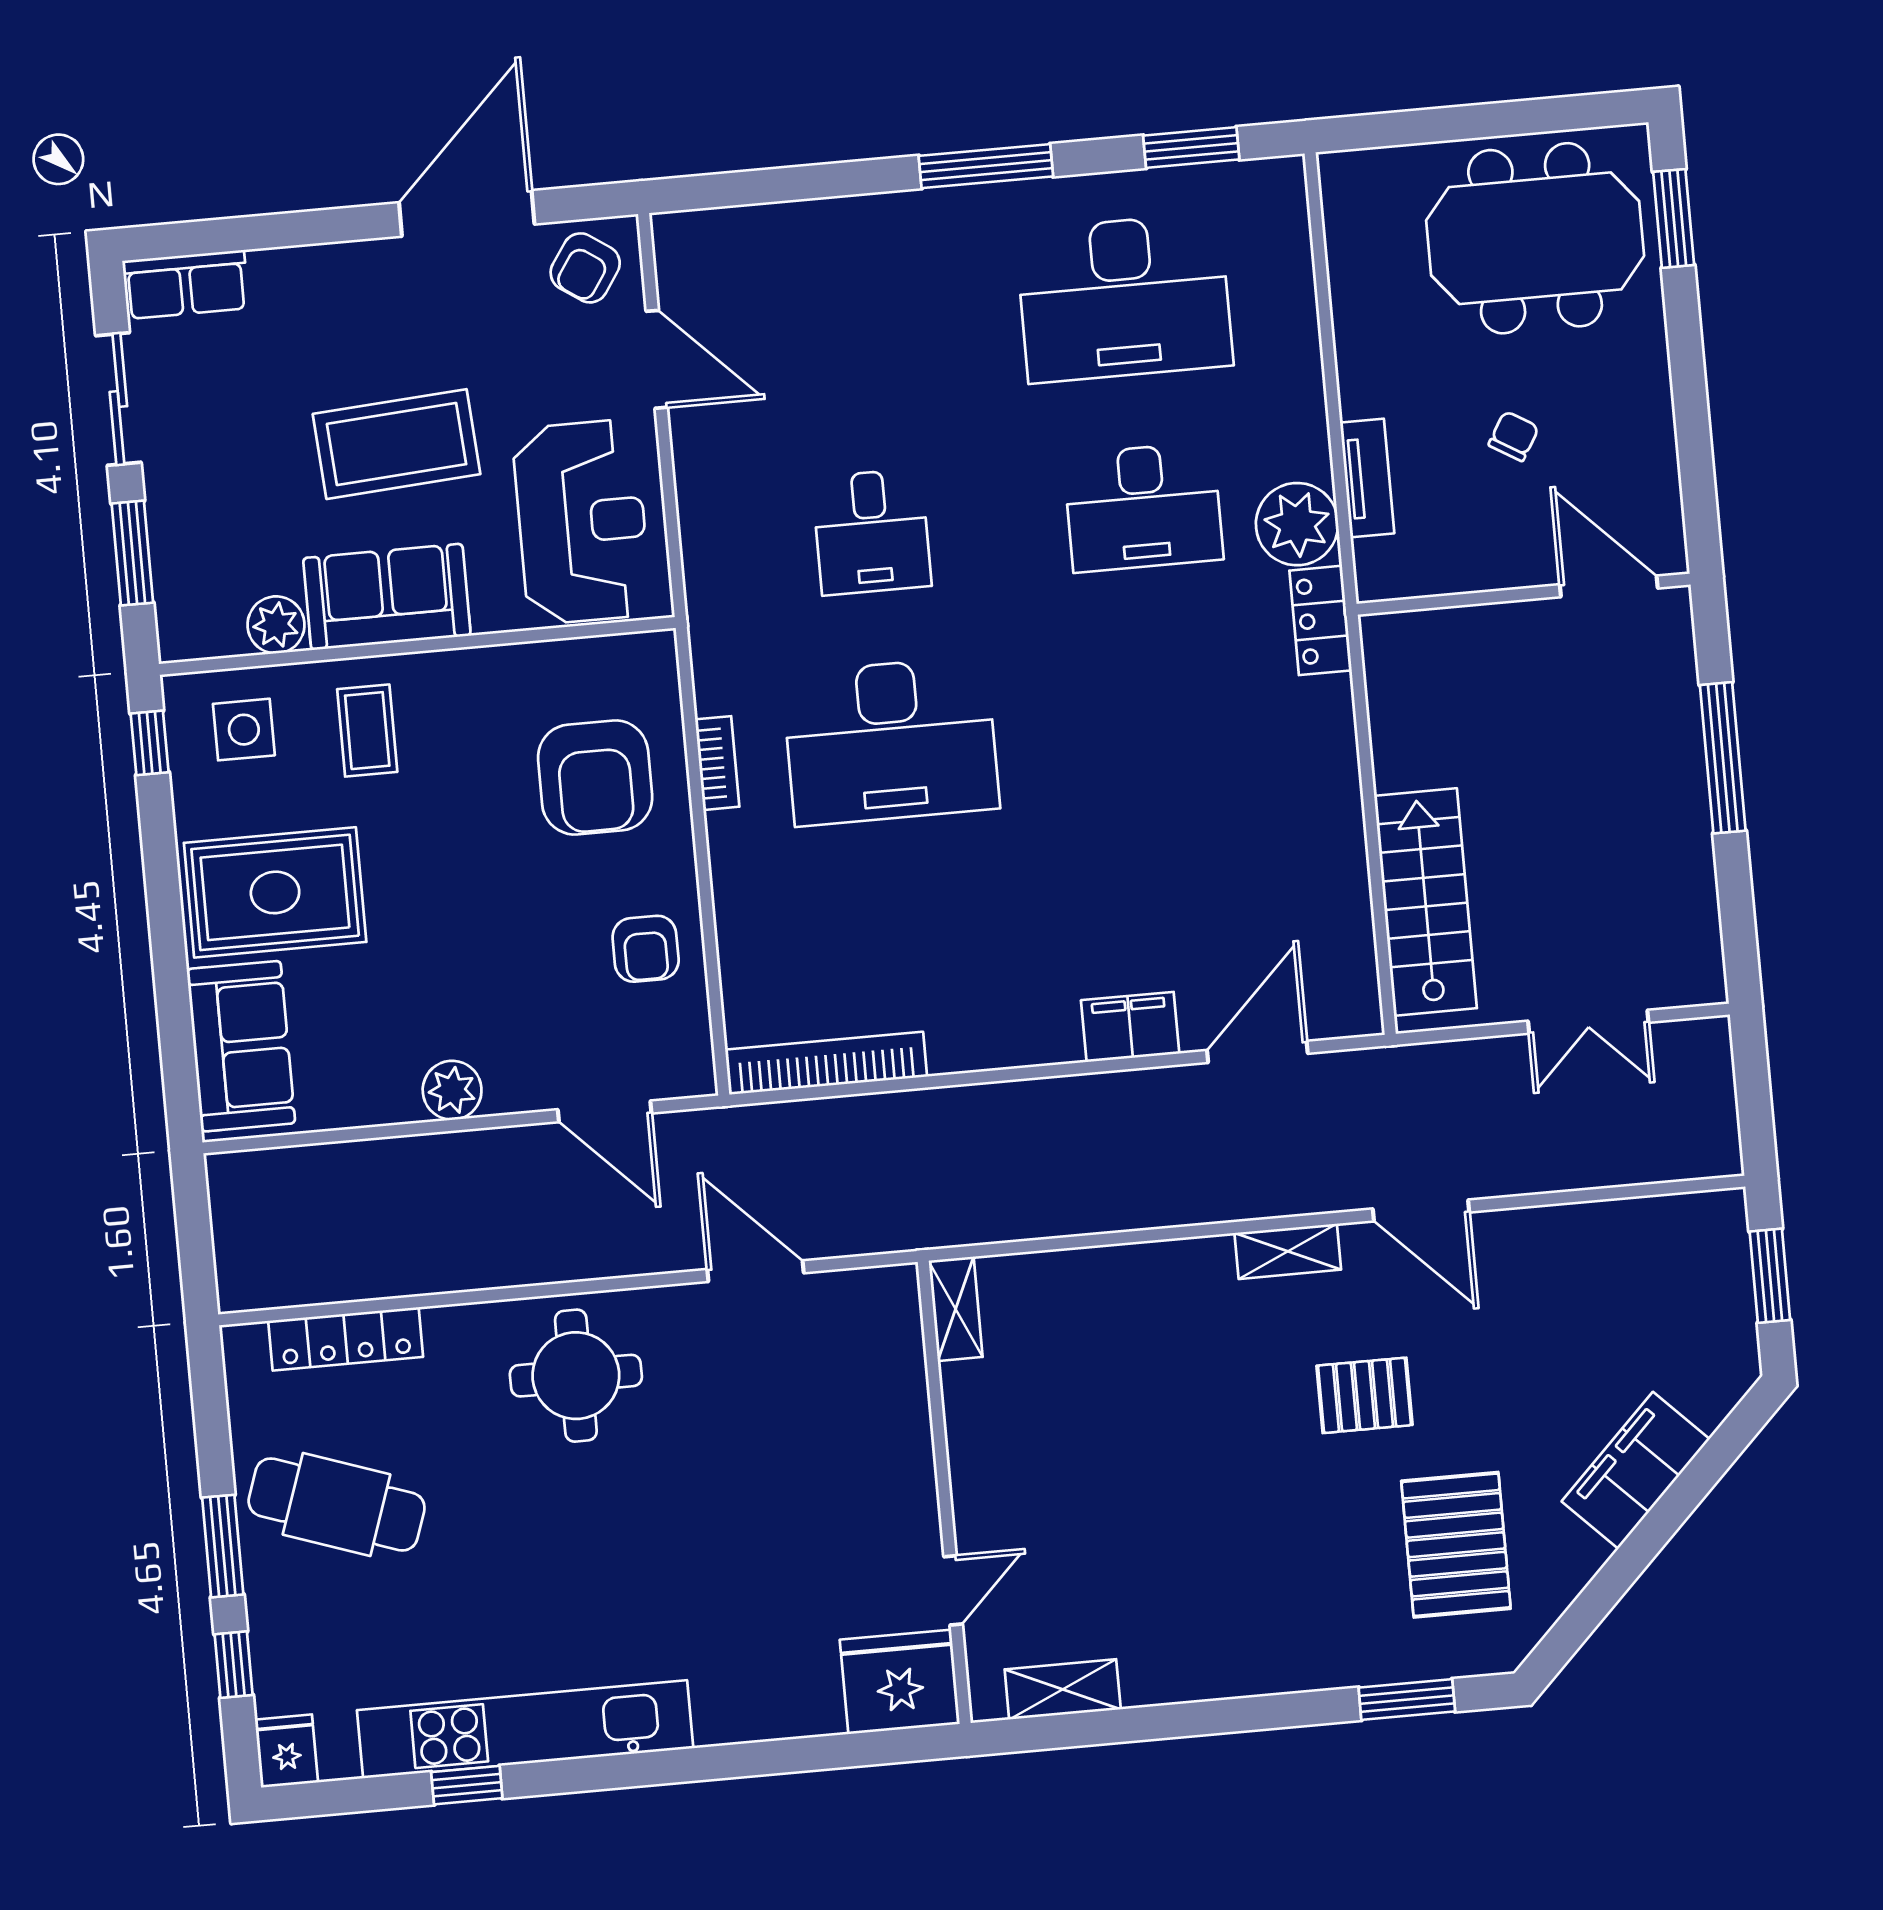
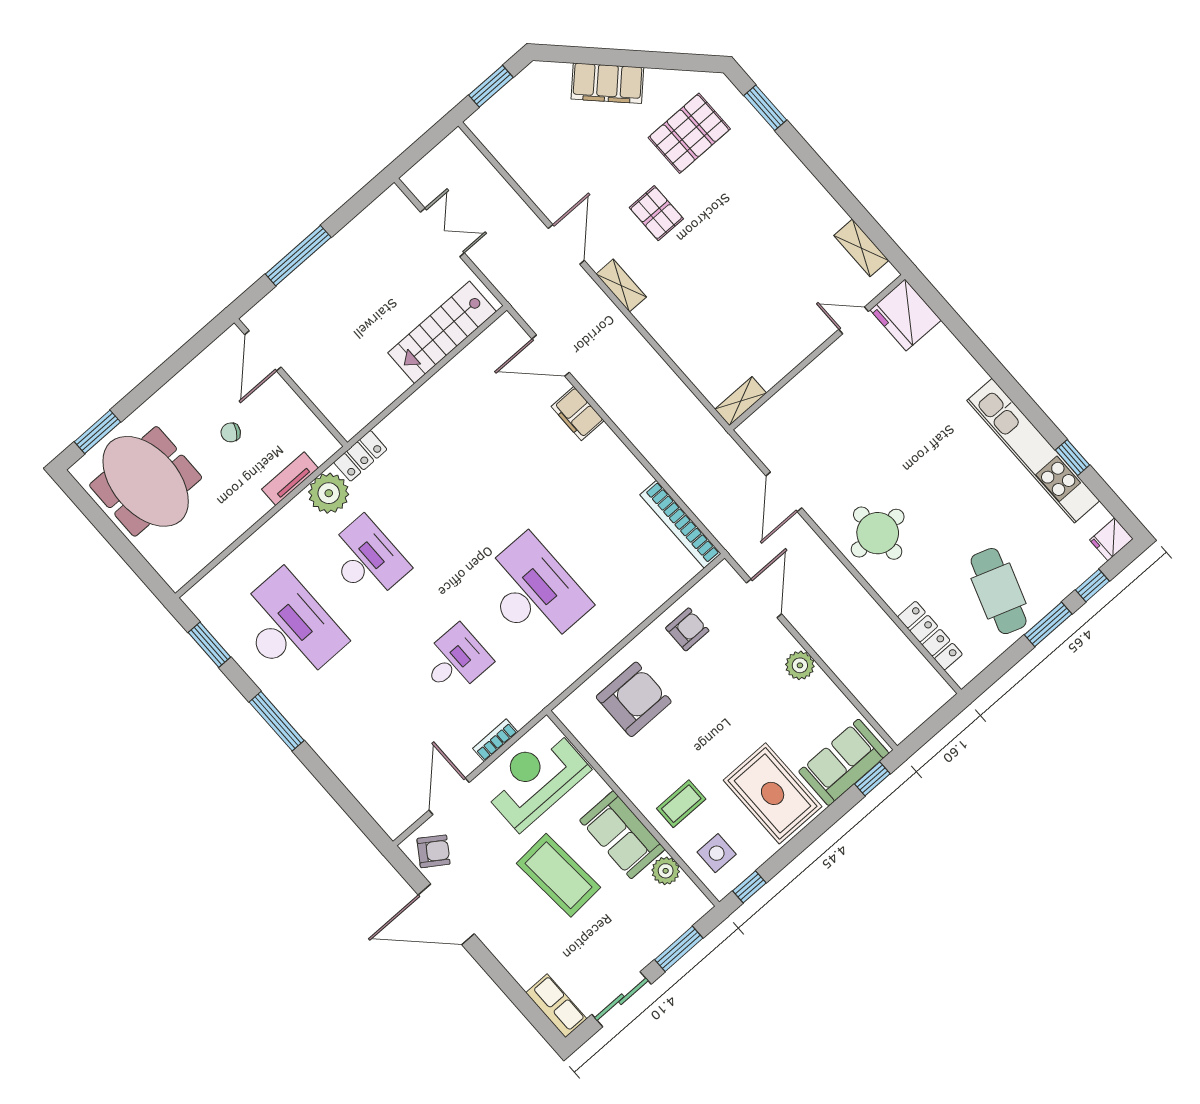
bookcase: (717, 763) -> (495, 740), moved
window: (180, 1073) -> (872, 779), added

